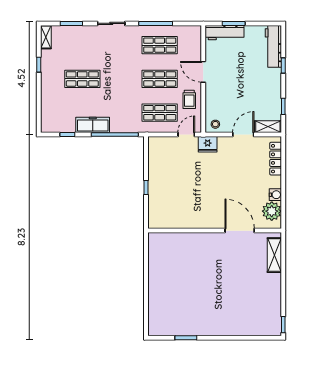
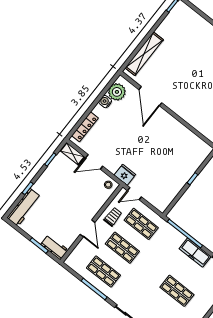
workbench: (225, 33) -> (54, 247), width x0.73
shelving: (274, 255) -> (144, 54), width x1.47

